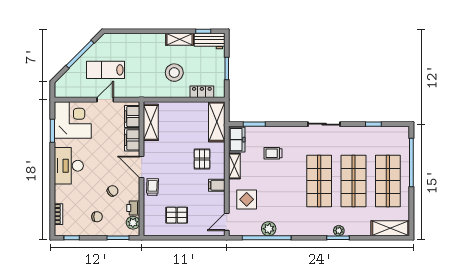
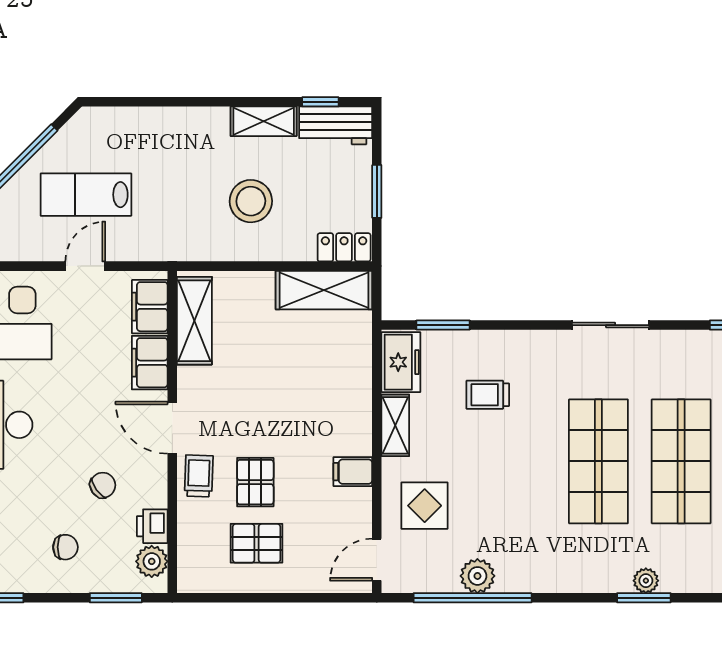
locker: (202, 92) -> (344, 247), moved
shelving: (217, 122) -> (324, 290), moved, turned 90
pallet: (202, 159) -> (255, 482), moved

